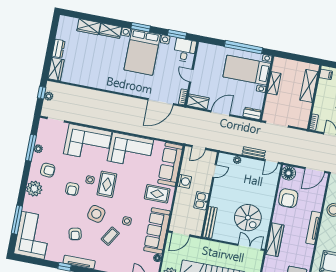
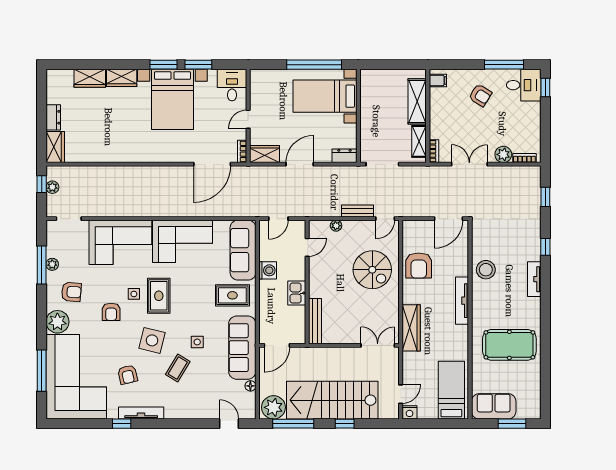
window: (177, 34) -> (198, 65), moved
door: (191, 76) -> (248, 119), hinge flipped
shelving: (274, 83) -> (419, 141), moved
floor lamp: (288, 173) -> (412, 230), removed
spiral stairs: (248, 218) -> (372, 270), moved
corner sofa: (33, 235) -> (76, 377), width x1.36, depth x1.36

